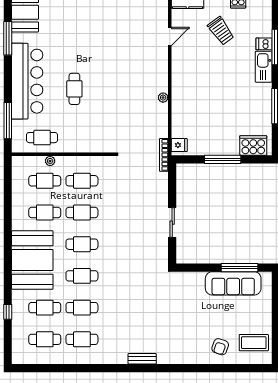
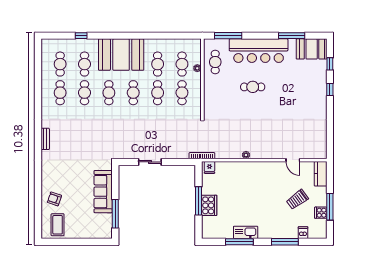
dishwasher: (264, 44) -> (303, 233), moved
kitchen sink: (264, 67) -> (246, 232), moved
cooker: (253, 146) -> (209, 205), moved
sofa: (233, 283) -> (103, 192), moved

